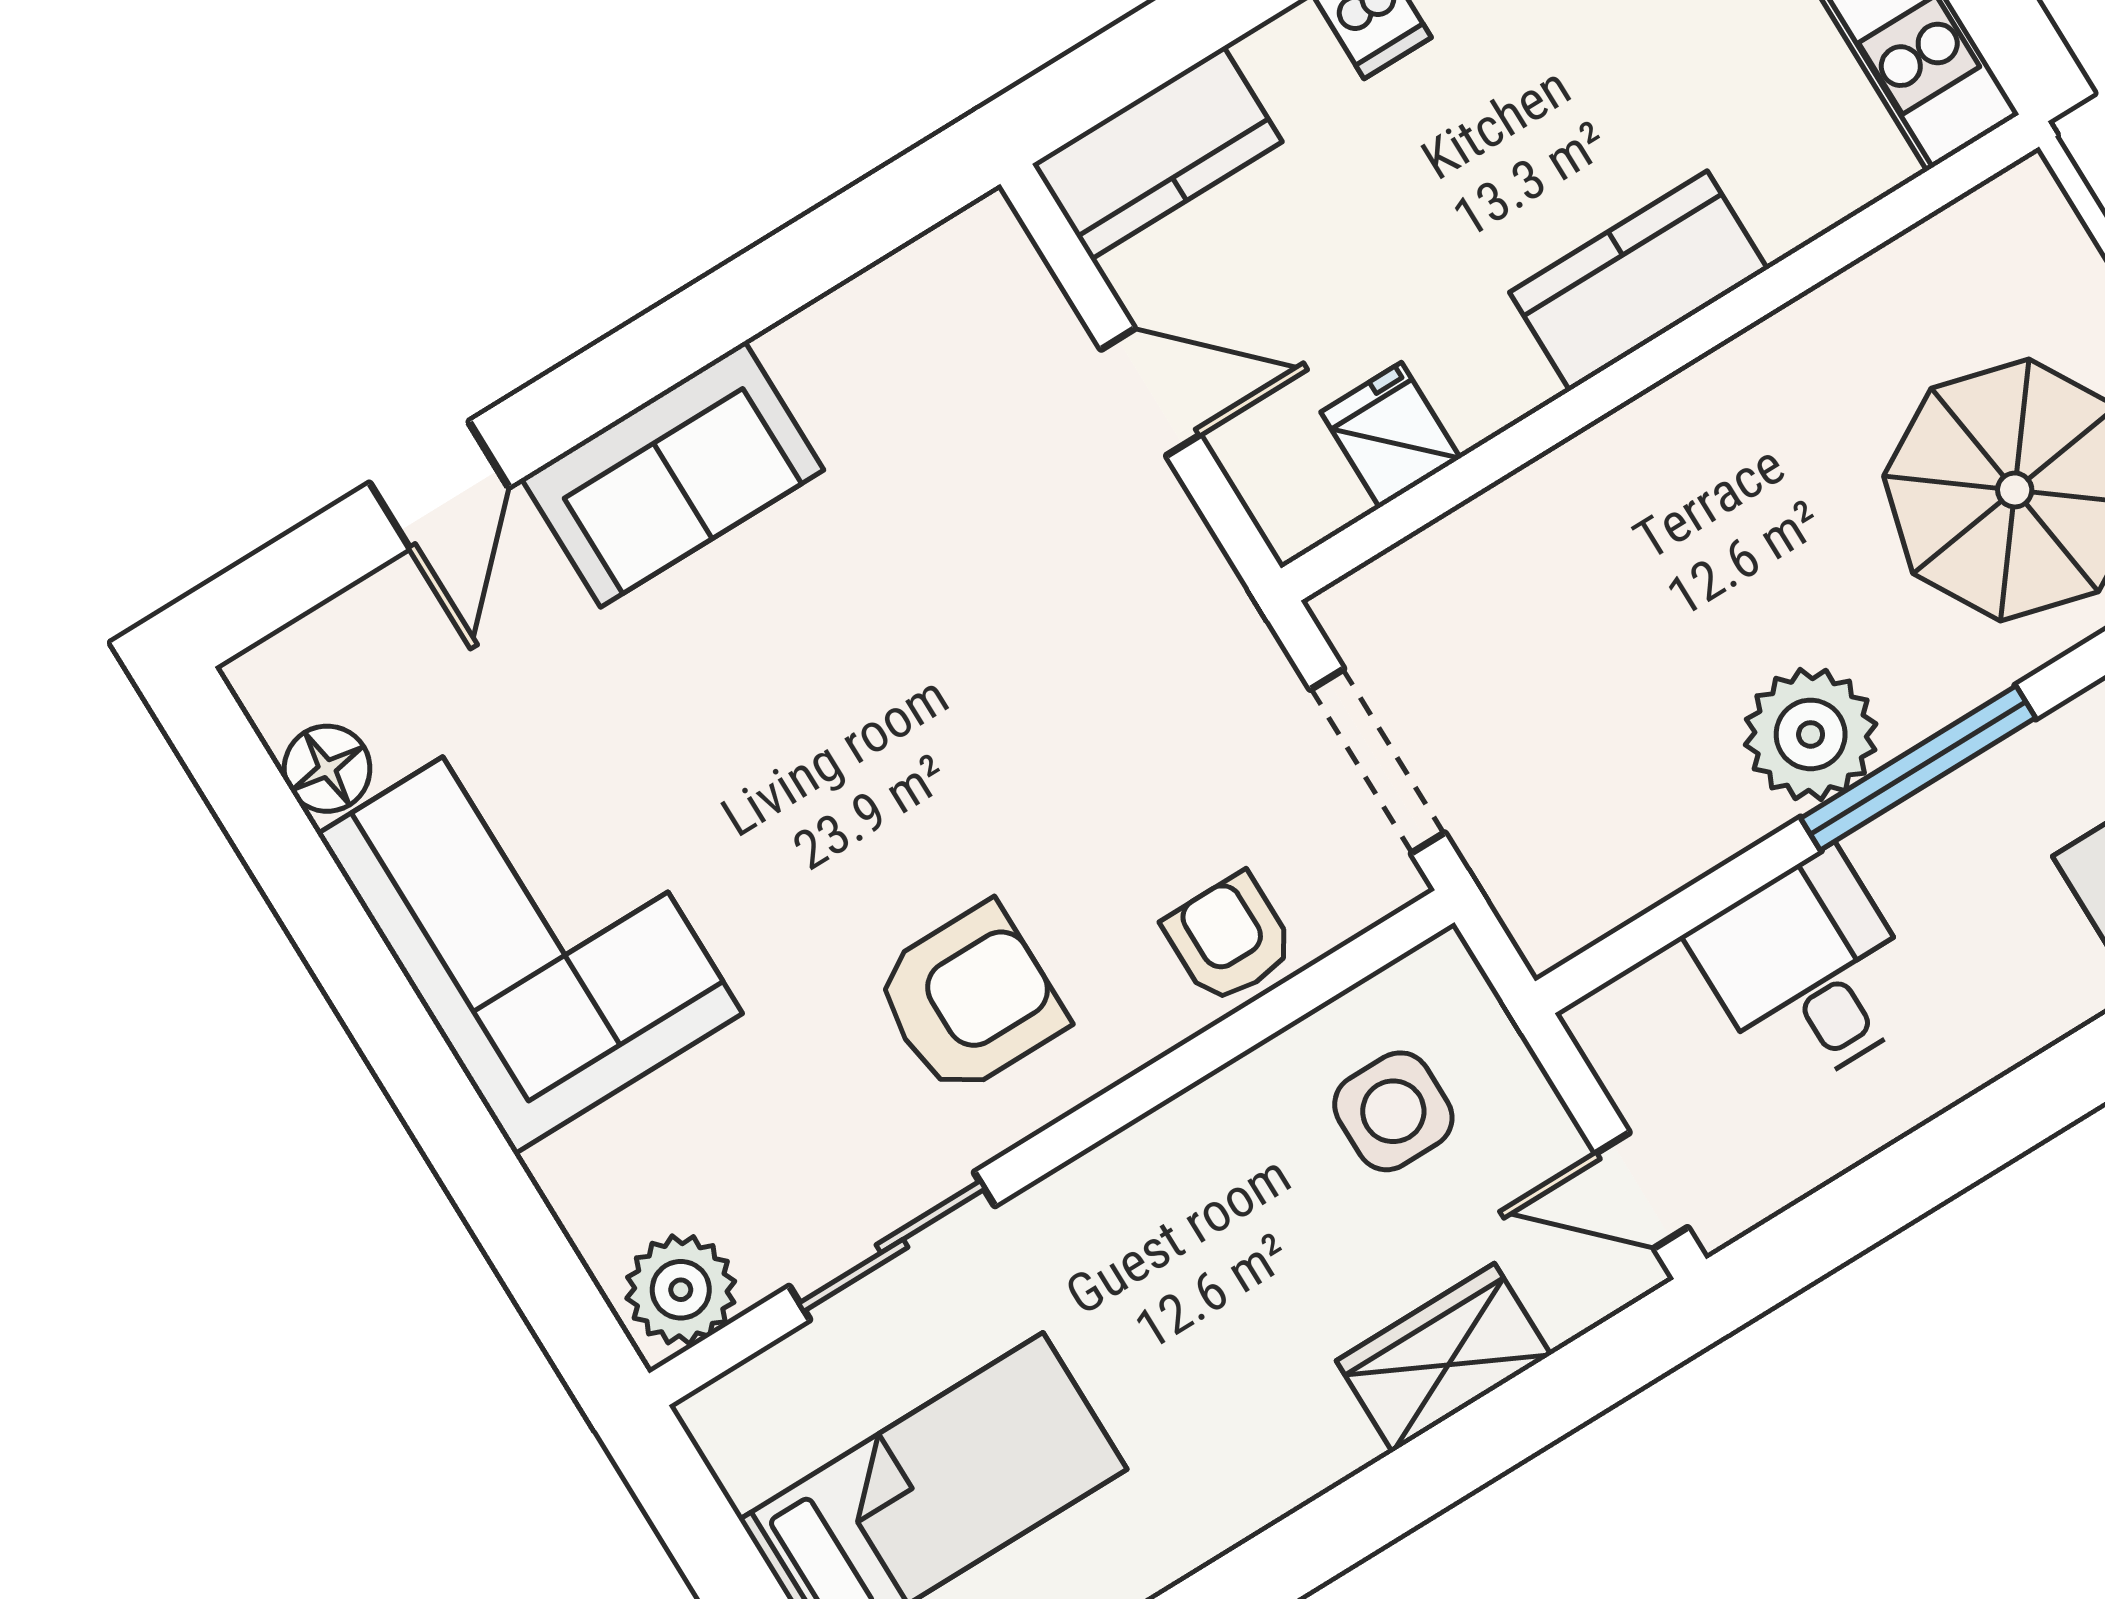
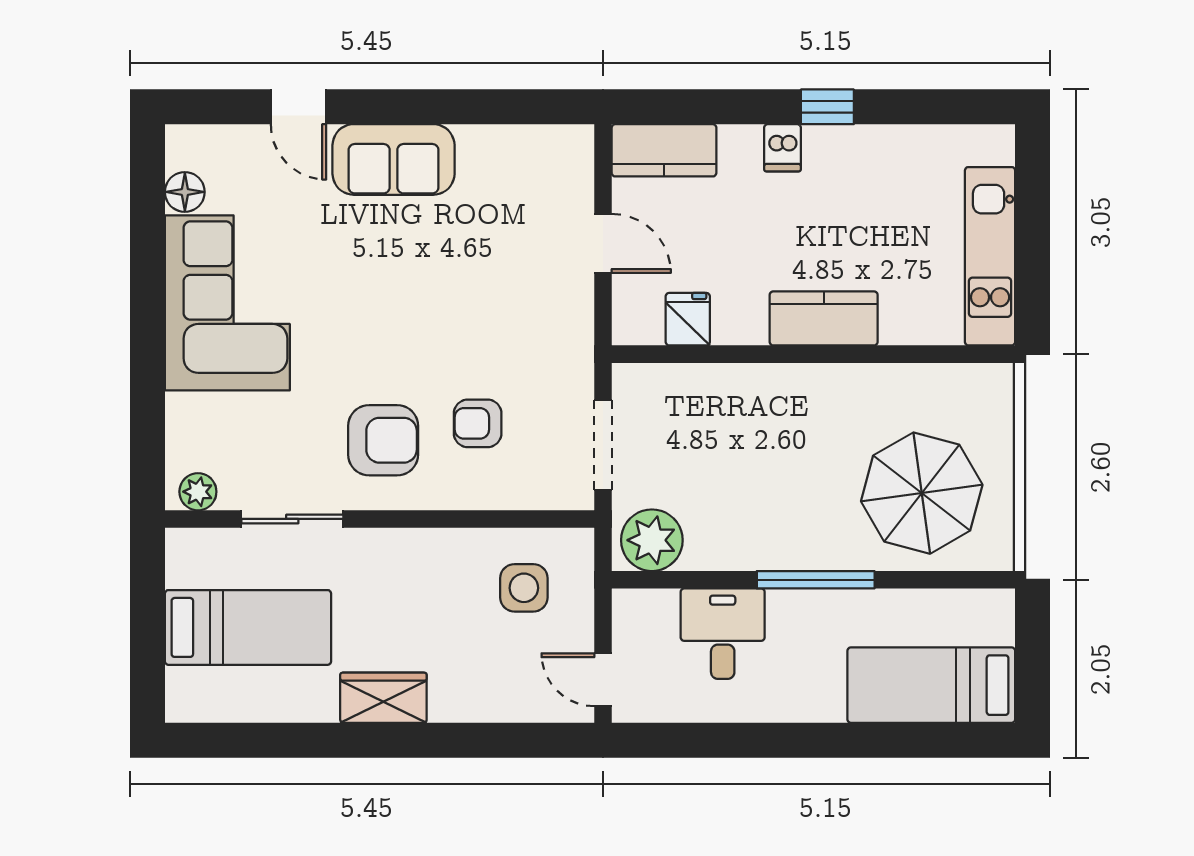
door: (439, 485) -> (298, 107), hinge flipped
plant: (1811, 734) -> (652, 540), moved
armchair: (1229, 939) -> (478, 423), moved, turned -90
plant: (681, 1290) -> (198, 492), width x0.73, depth x0.73
wardrobe: (1444, 1358) -> (383, 698), moved

